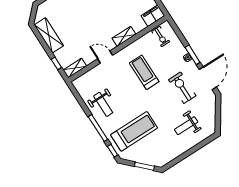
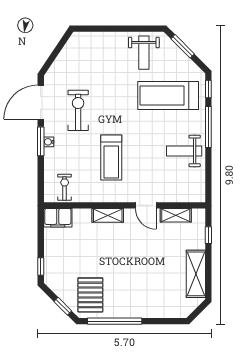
shelving: (75, 68) -> (176, 215), moved
exercise bike: (182, 88) -> (78, 110), turned 180
weight bench: (103, 104) -> (184, 151), turned -90
weight bench: (186, 126) -> (144, 53), moved, turned 90

